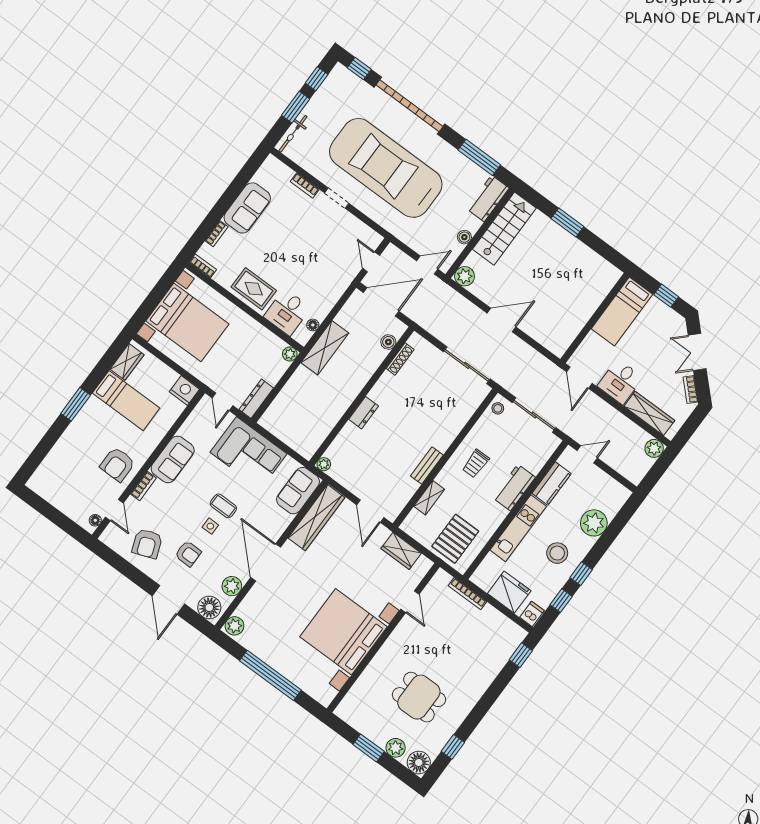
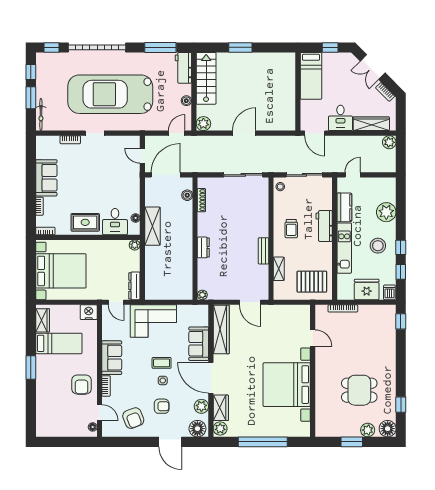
sofa: (298, 491) -> (199, 344), moved
pallet: (455, 539) -> (312, 282), turned 90
wardrobe: (401, 551) -> (221, 408), moved, turned -90

